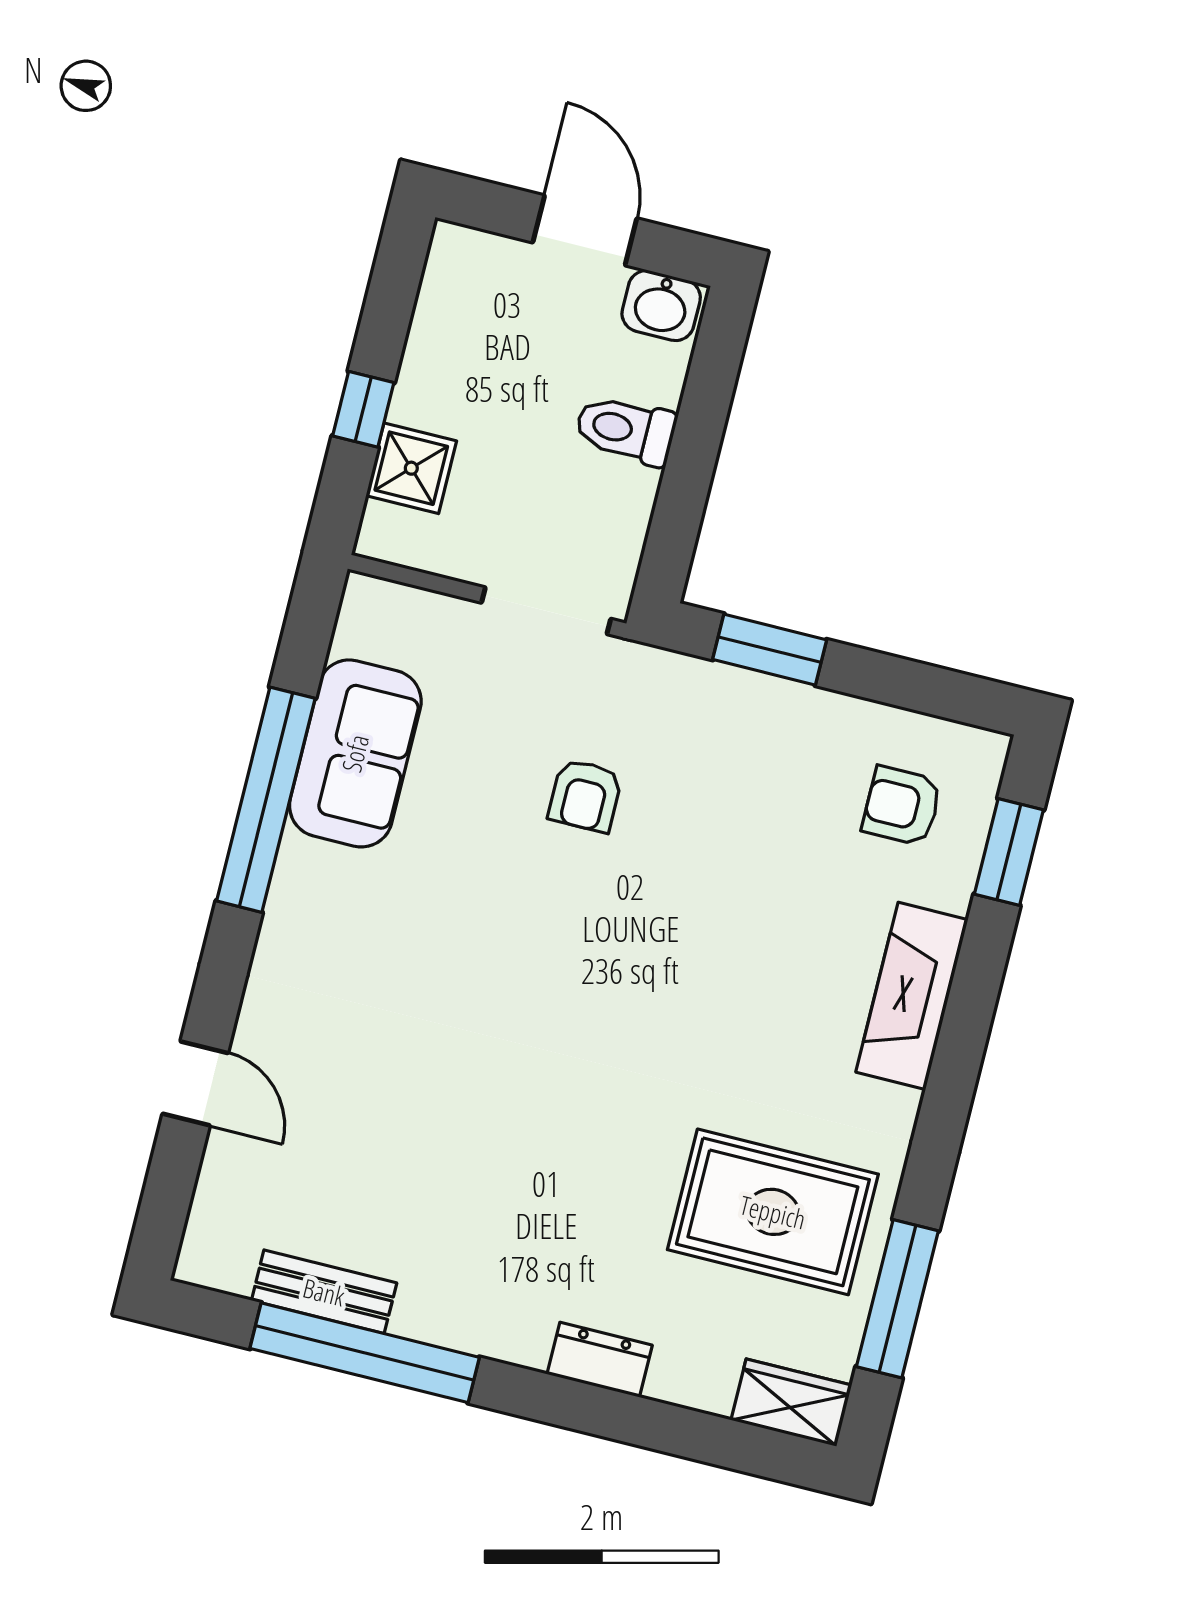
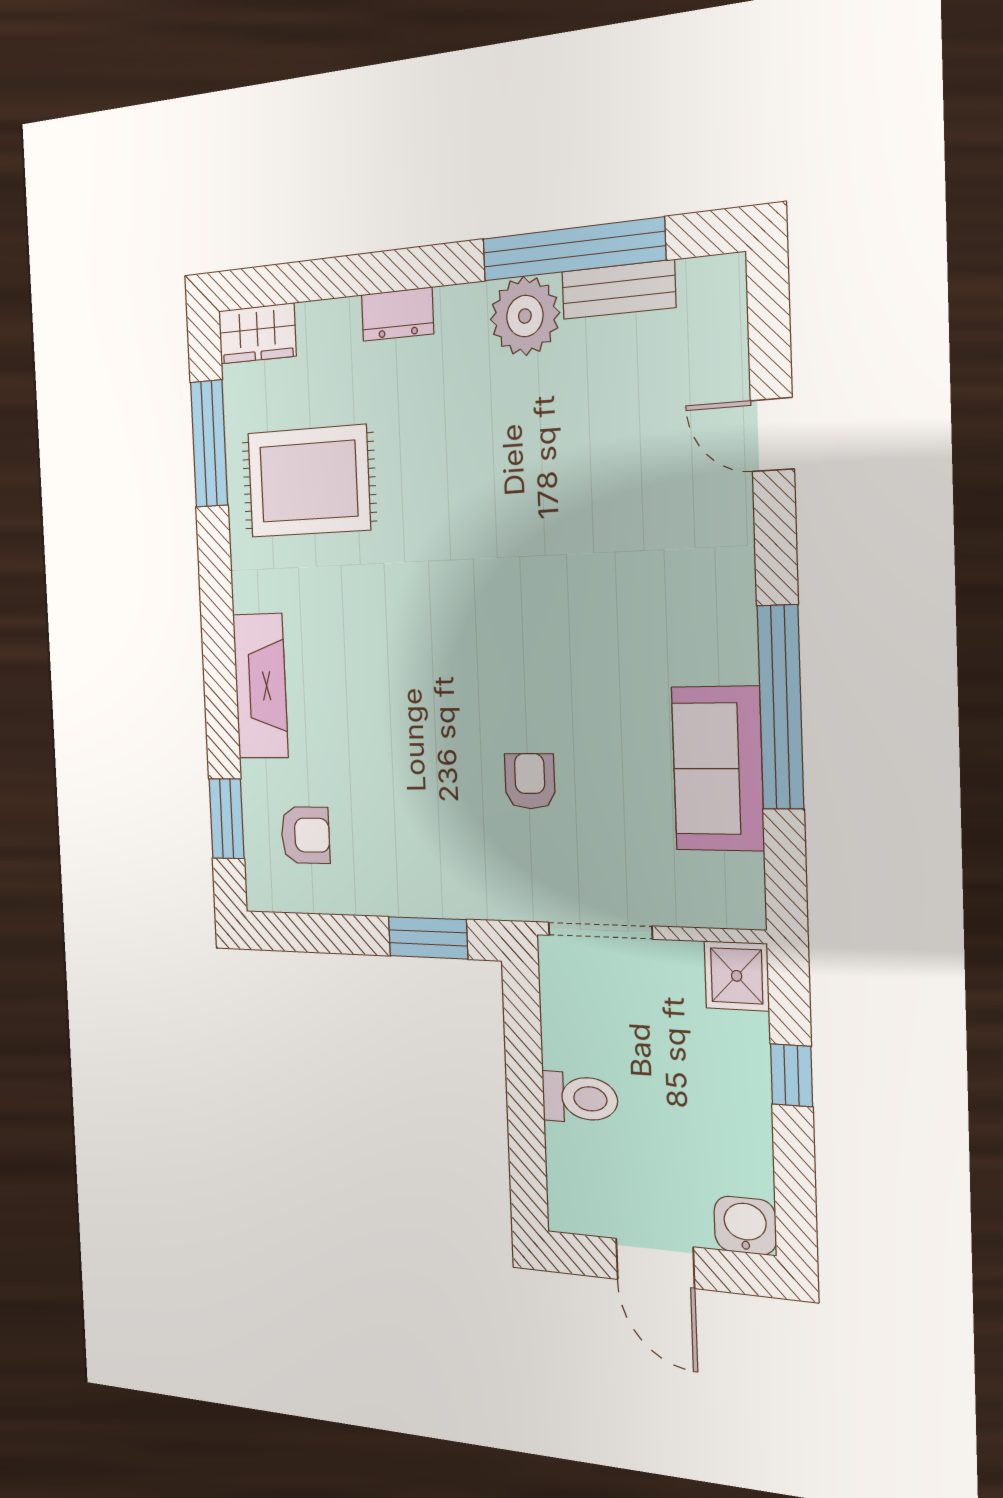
washbasin: (661, 306) -> (745, 1225), moved
shower: (411, 468) -> (737, 976), moved
plant: (442, 1303) -> (525, 316), added

